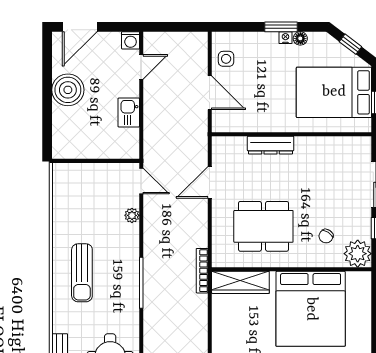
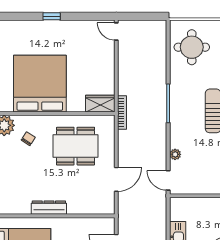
dresser: (271, 145) -> (49, 208), moved
wardrobe: (240, 282) -> (100, 104), width x0.67

